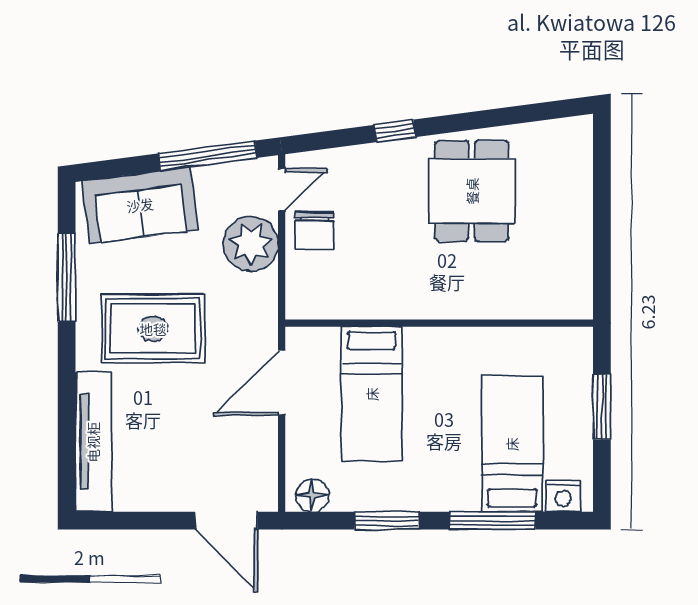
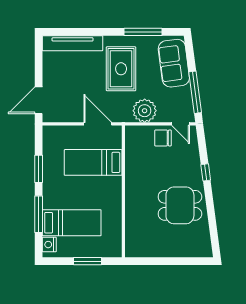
plant: (251, 244) -> (145, 111), moved
floor lamp: (312, 495) -> (49, 137), removed

